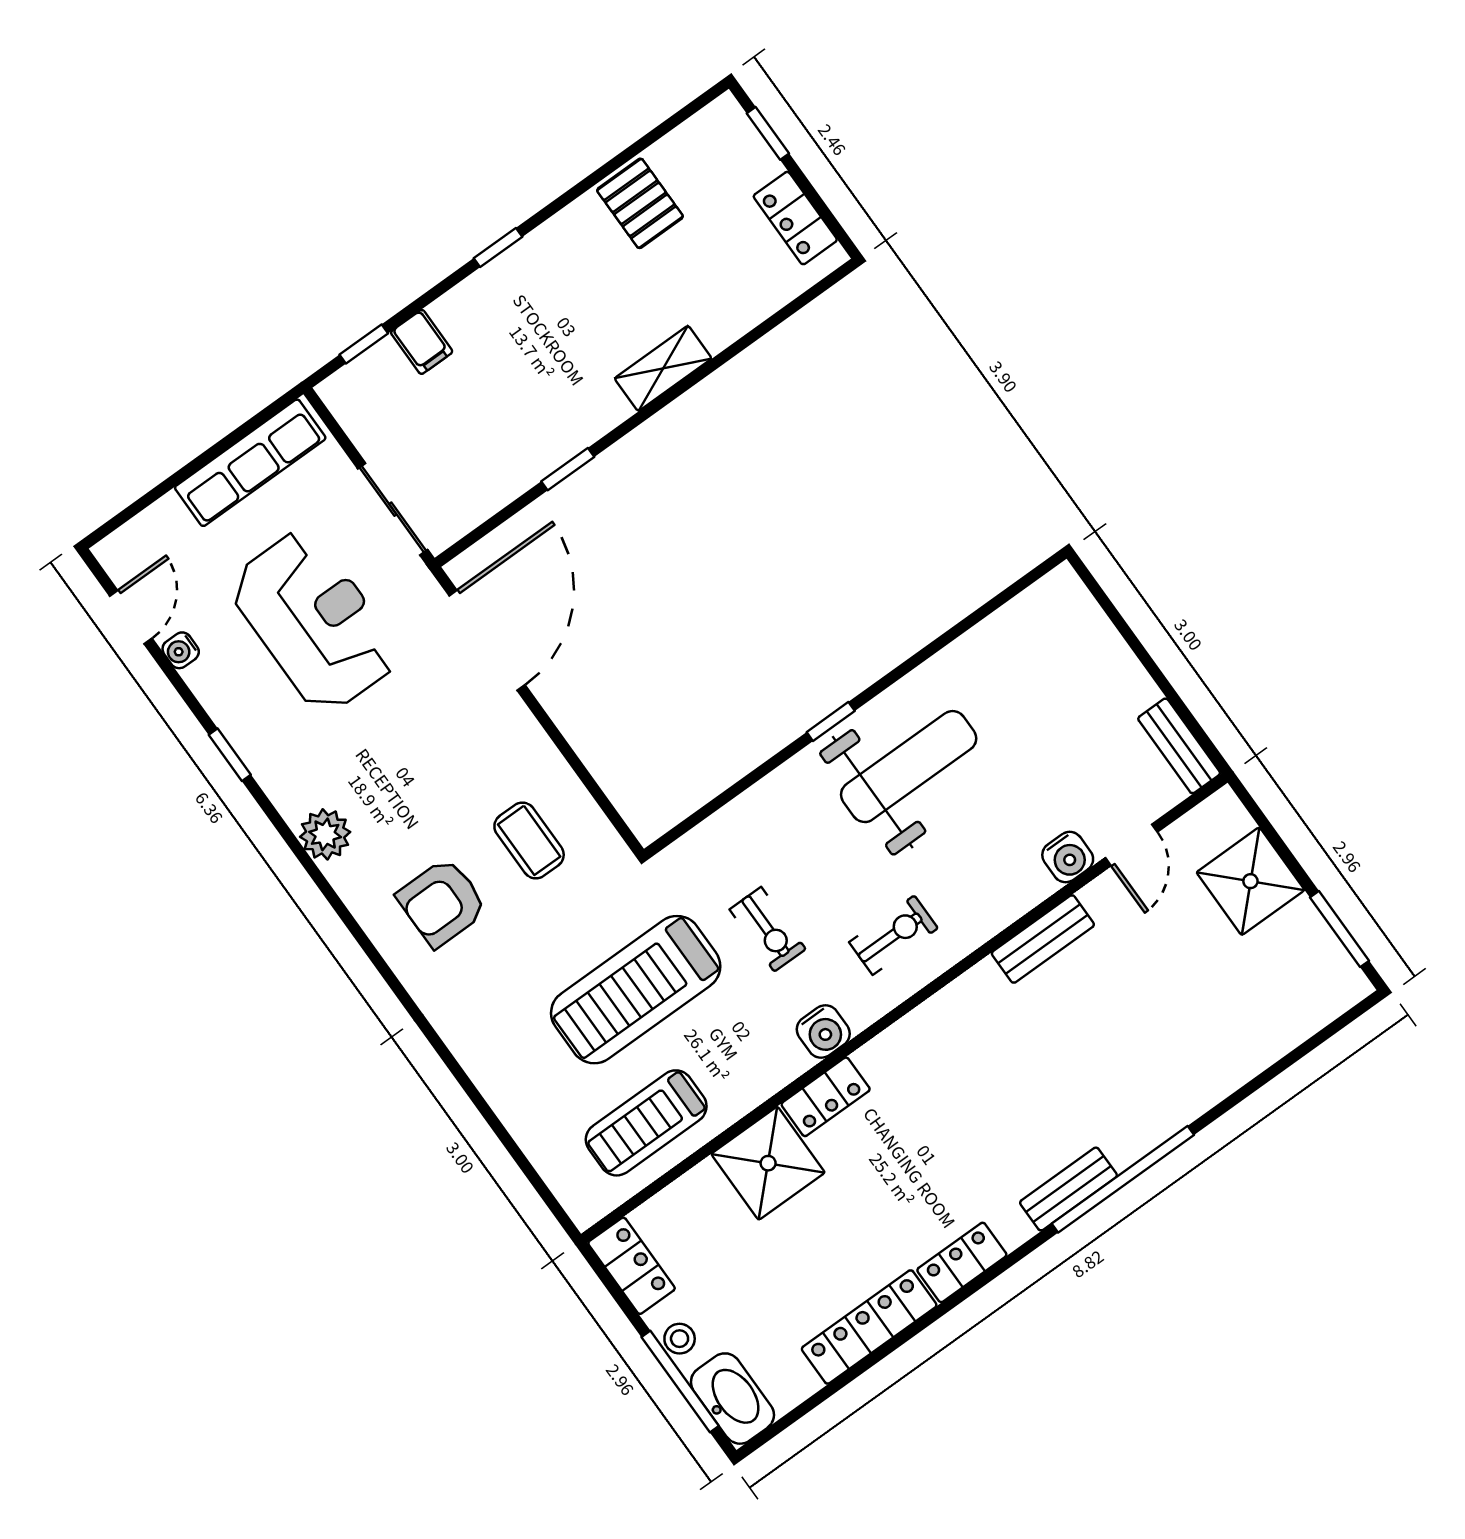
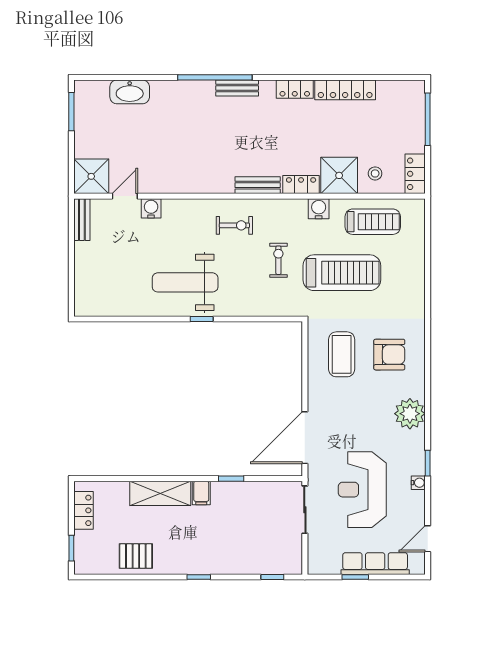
pallet: (640, 203) -> (136, 556), turned 90
filing cabinet: (422, 342) -> (201, 493), moved, turned 180
shelving: (663, 368) -> (160, 493), width x1.50, depth x1.33
window: (213, 452) -> (355, 577), added
row of seats: (250, 463) -> (375, 564), moved
water cooler: (181, 650) -> (418, 483), moved
plant: (325, 834) -> (410, 414), width x1.36, depth x1.36
coffee table: (529, 840) -> (342, 354), width x1.36, depth x1.30
shower: (1250, 881) -> (91, 176), moved
exercise bike: (893, 935) -> (234, 225), turned 180
bench: (1043, 939) -> (258, 185), moved
water cooler: (823, 1032) -> (319, 209), moved
stool: (680, 1339) -> (375, 173), moved
washbasin: (732, 1399) -> (130, 92), moved, turned -90

